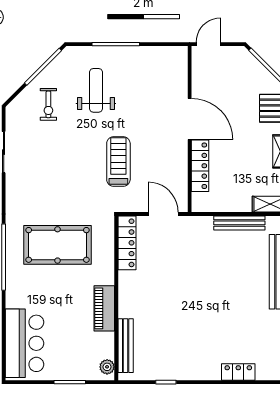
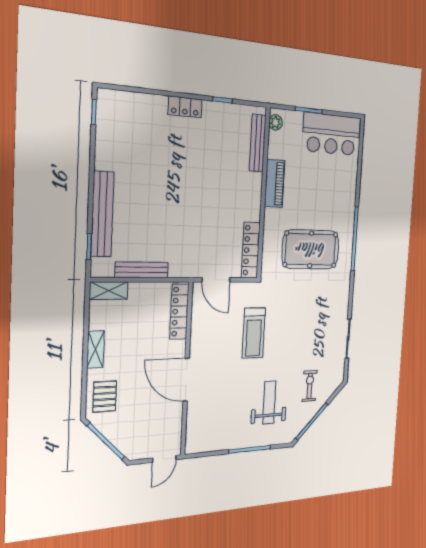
weight bench: (96, 90) -> (269, 402), turned 180
locker: (200, 166) -> (179, 312), moved
bar counter: (24, 343) -> (332, 134), moved, turned -90
locker: (238, 372) -> (185, 107), moved

